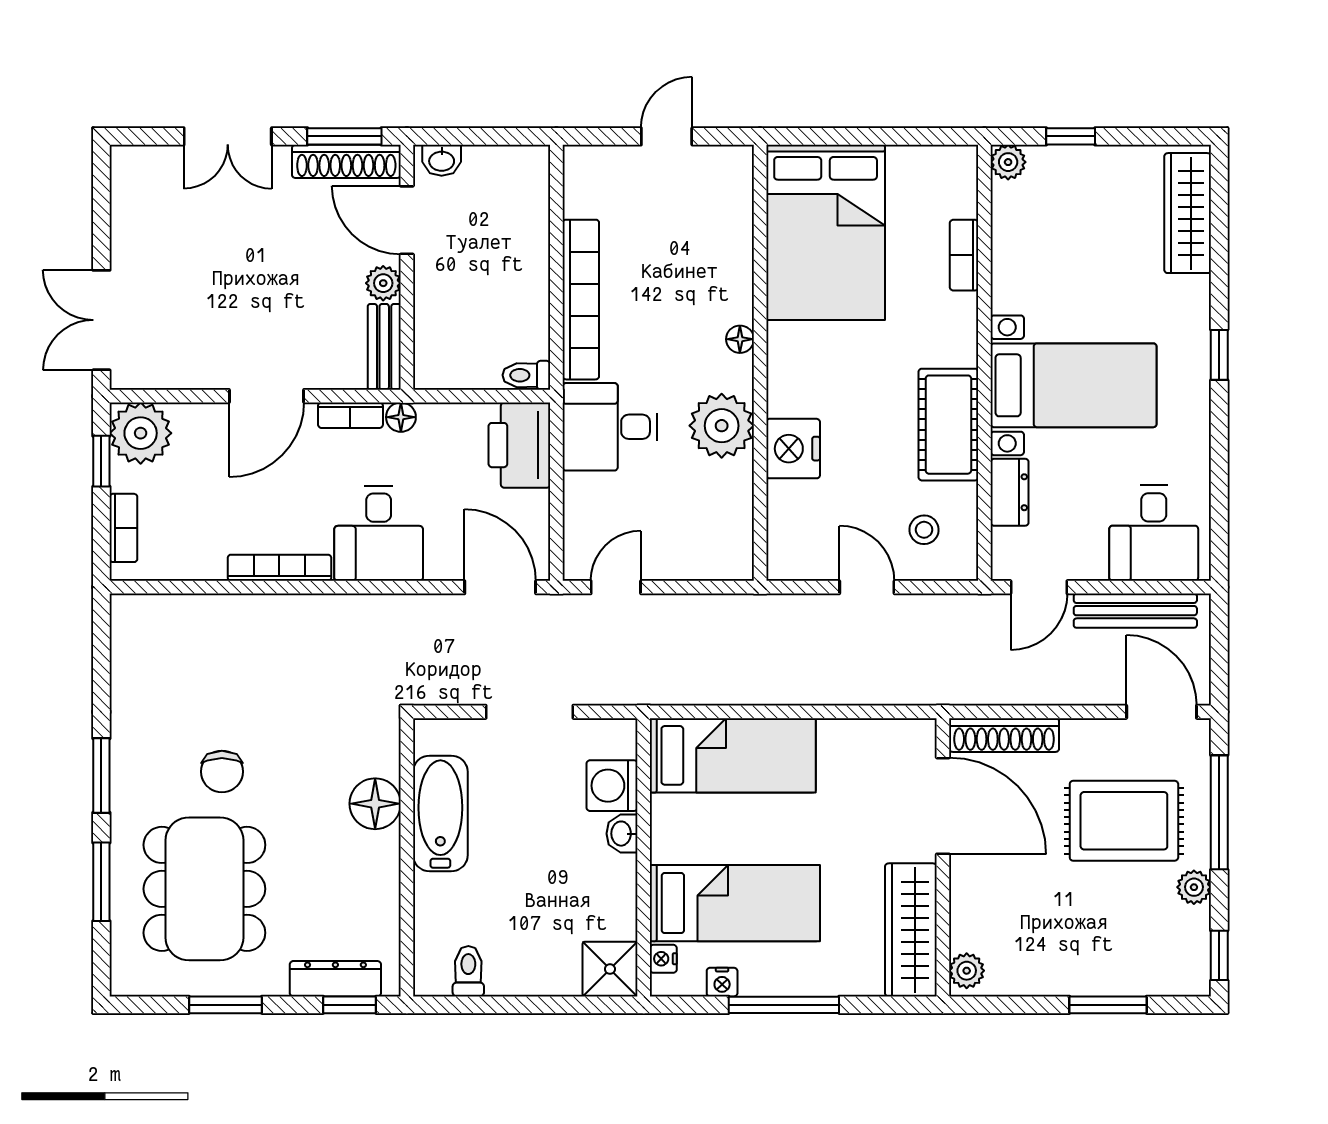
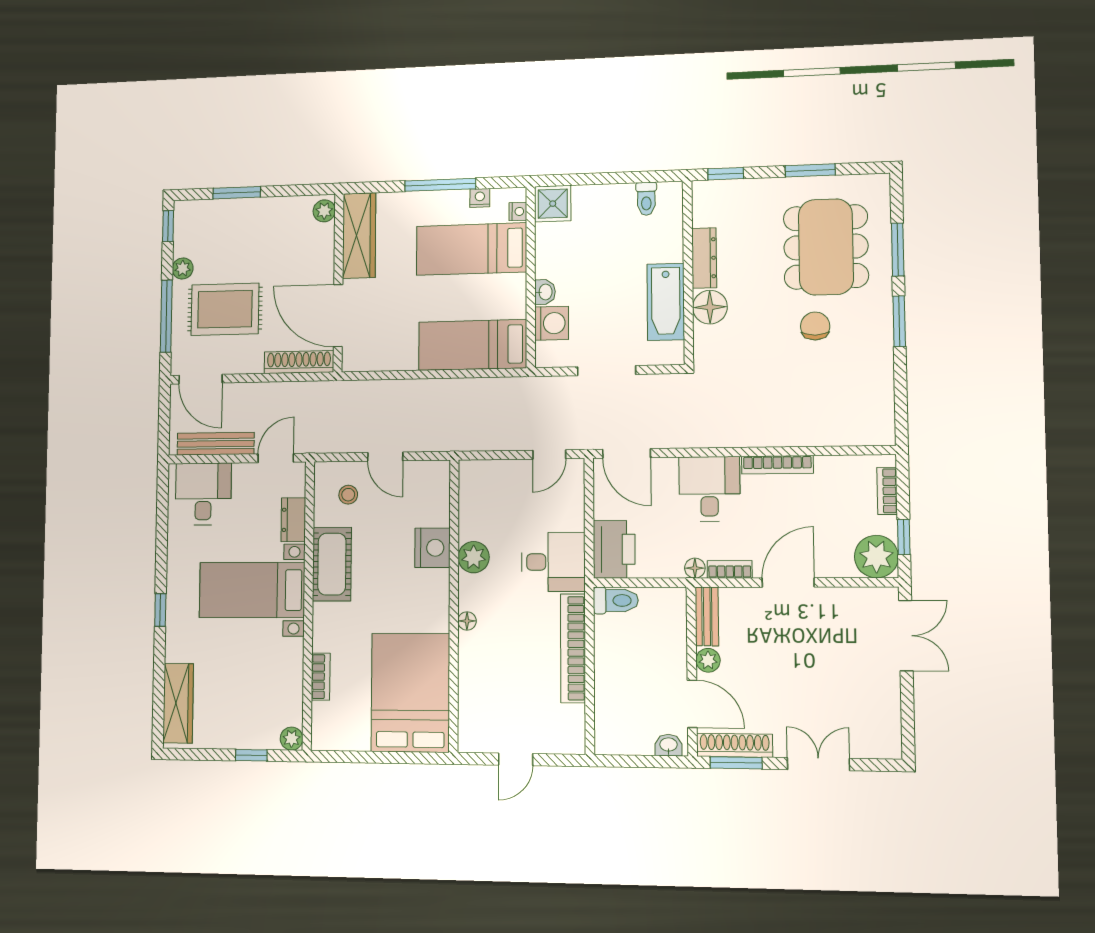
toilet: (526, 375) -> (616, 600), width x1.37, depth x1.39
plant: (722, 426) -> (474, 557), width x0.73, depth x0.73
dresser: (335, 979) -> (704, 258), moved, turned -90

